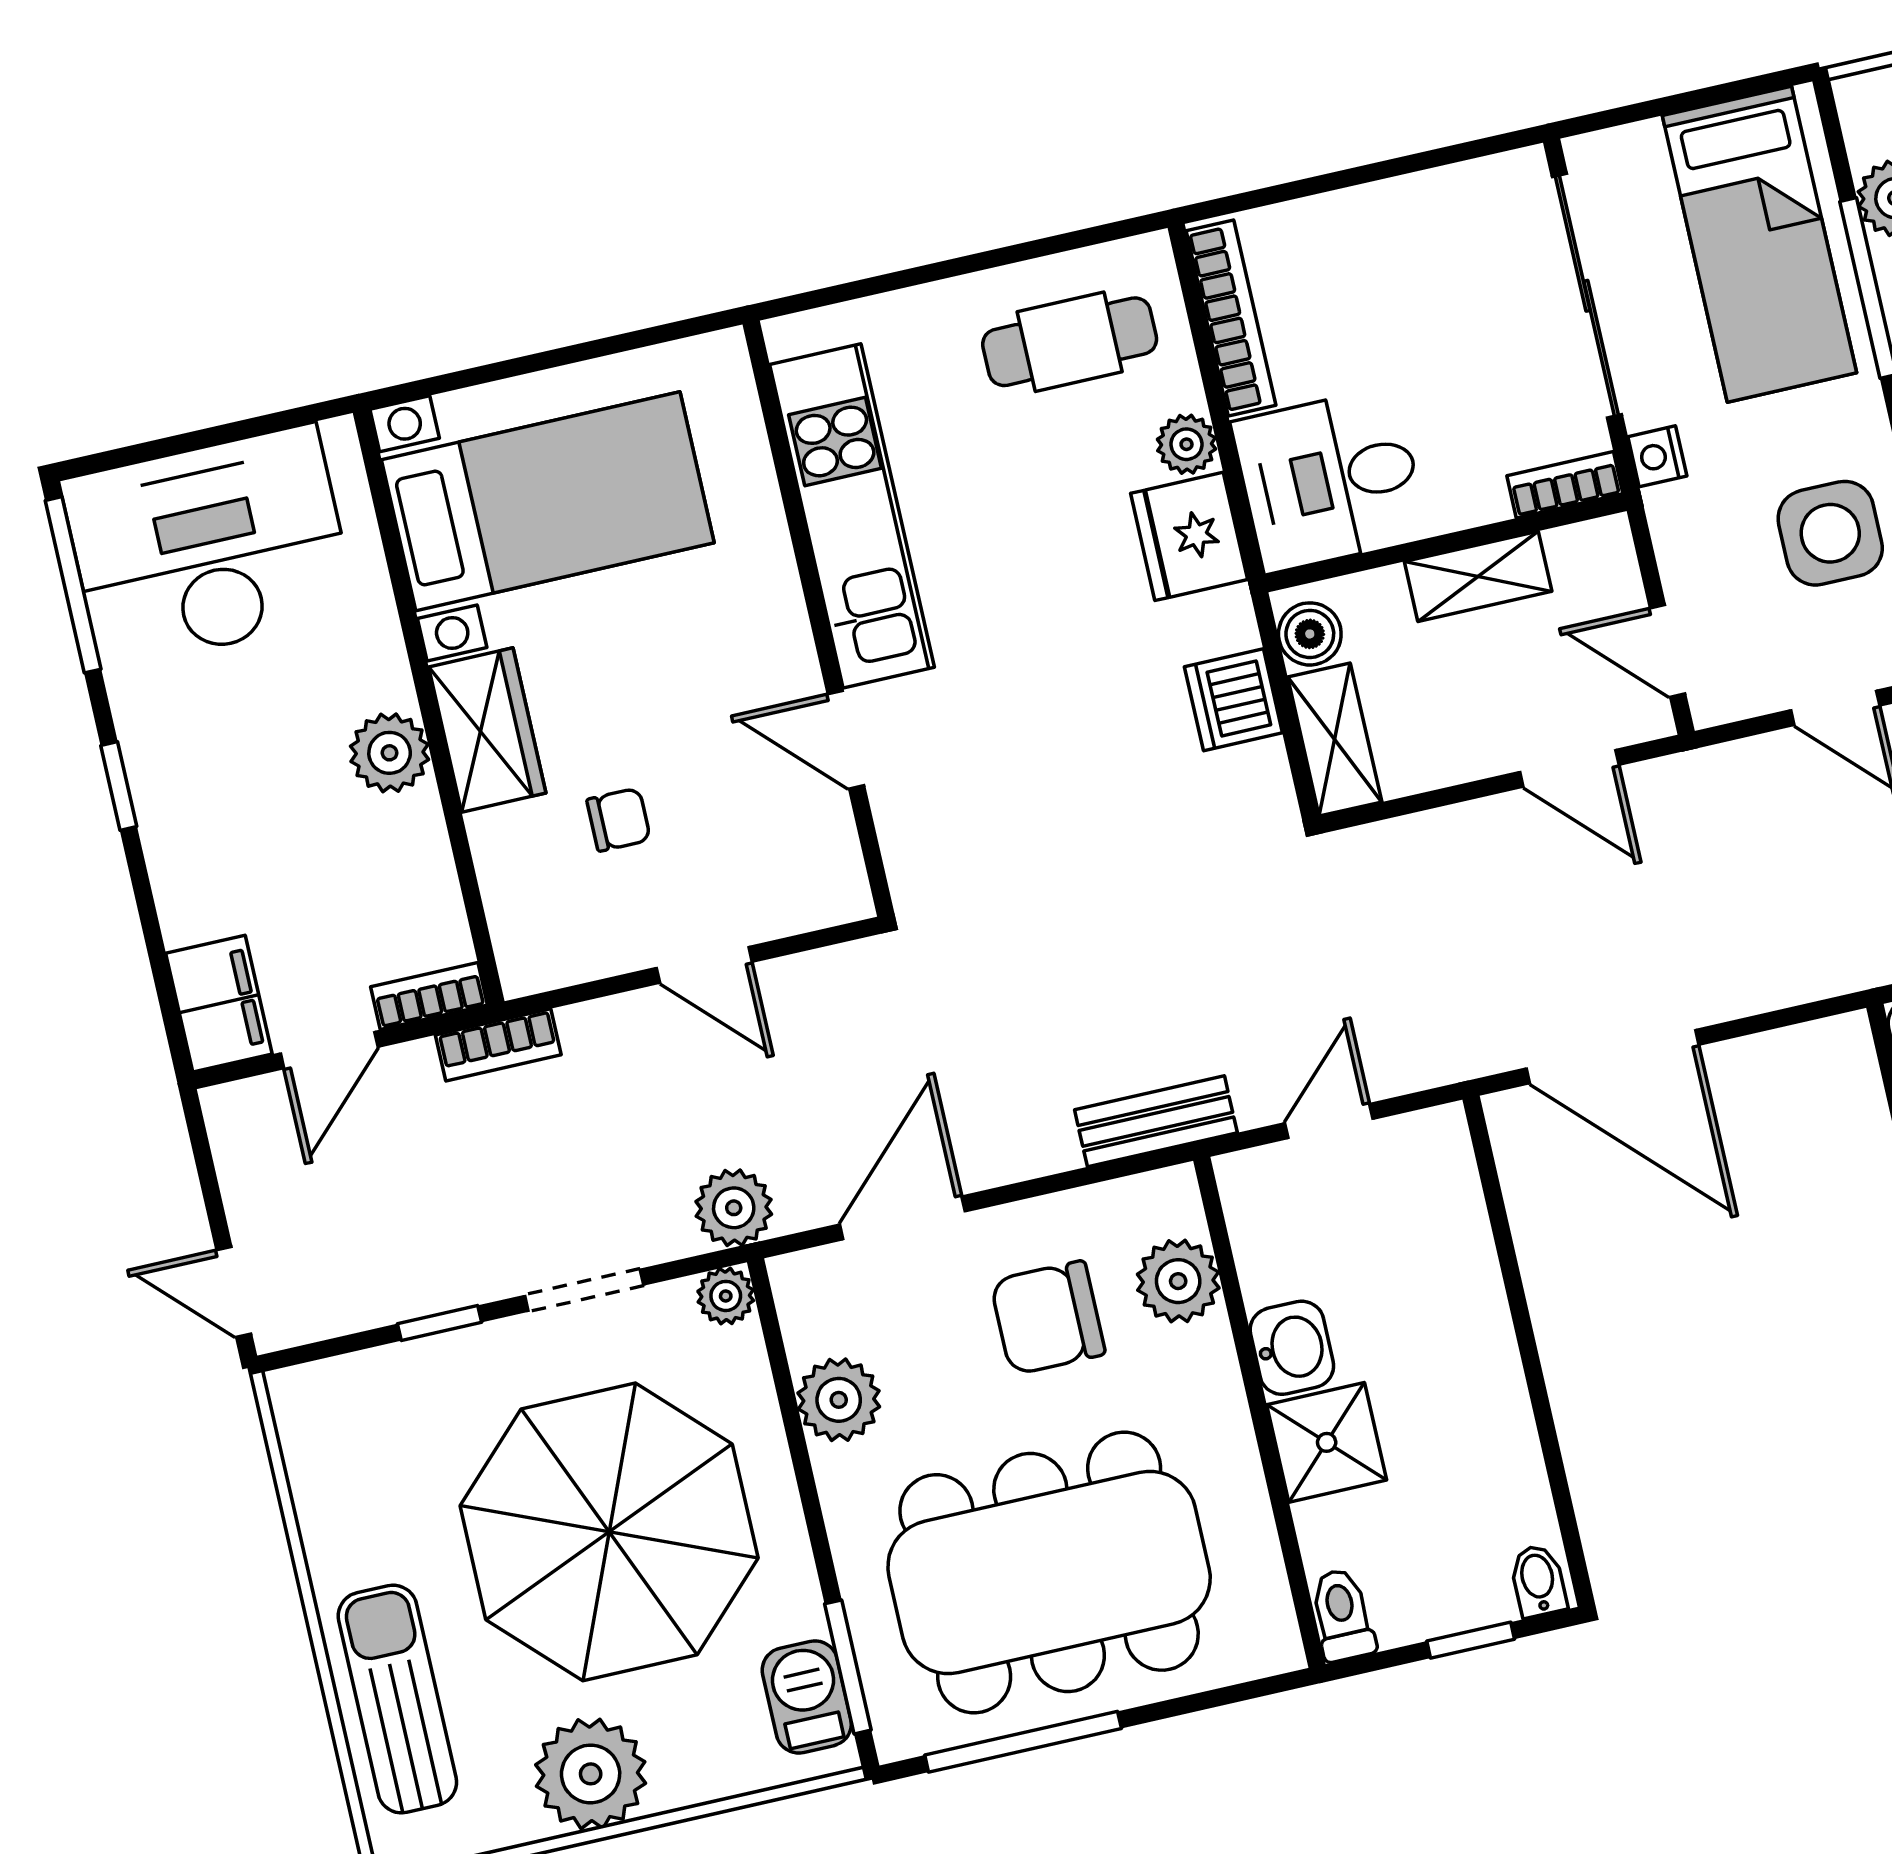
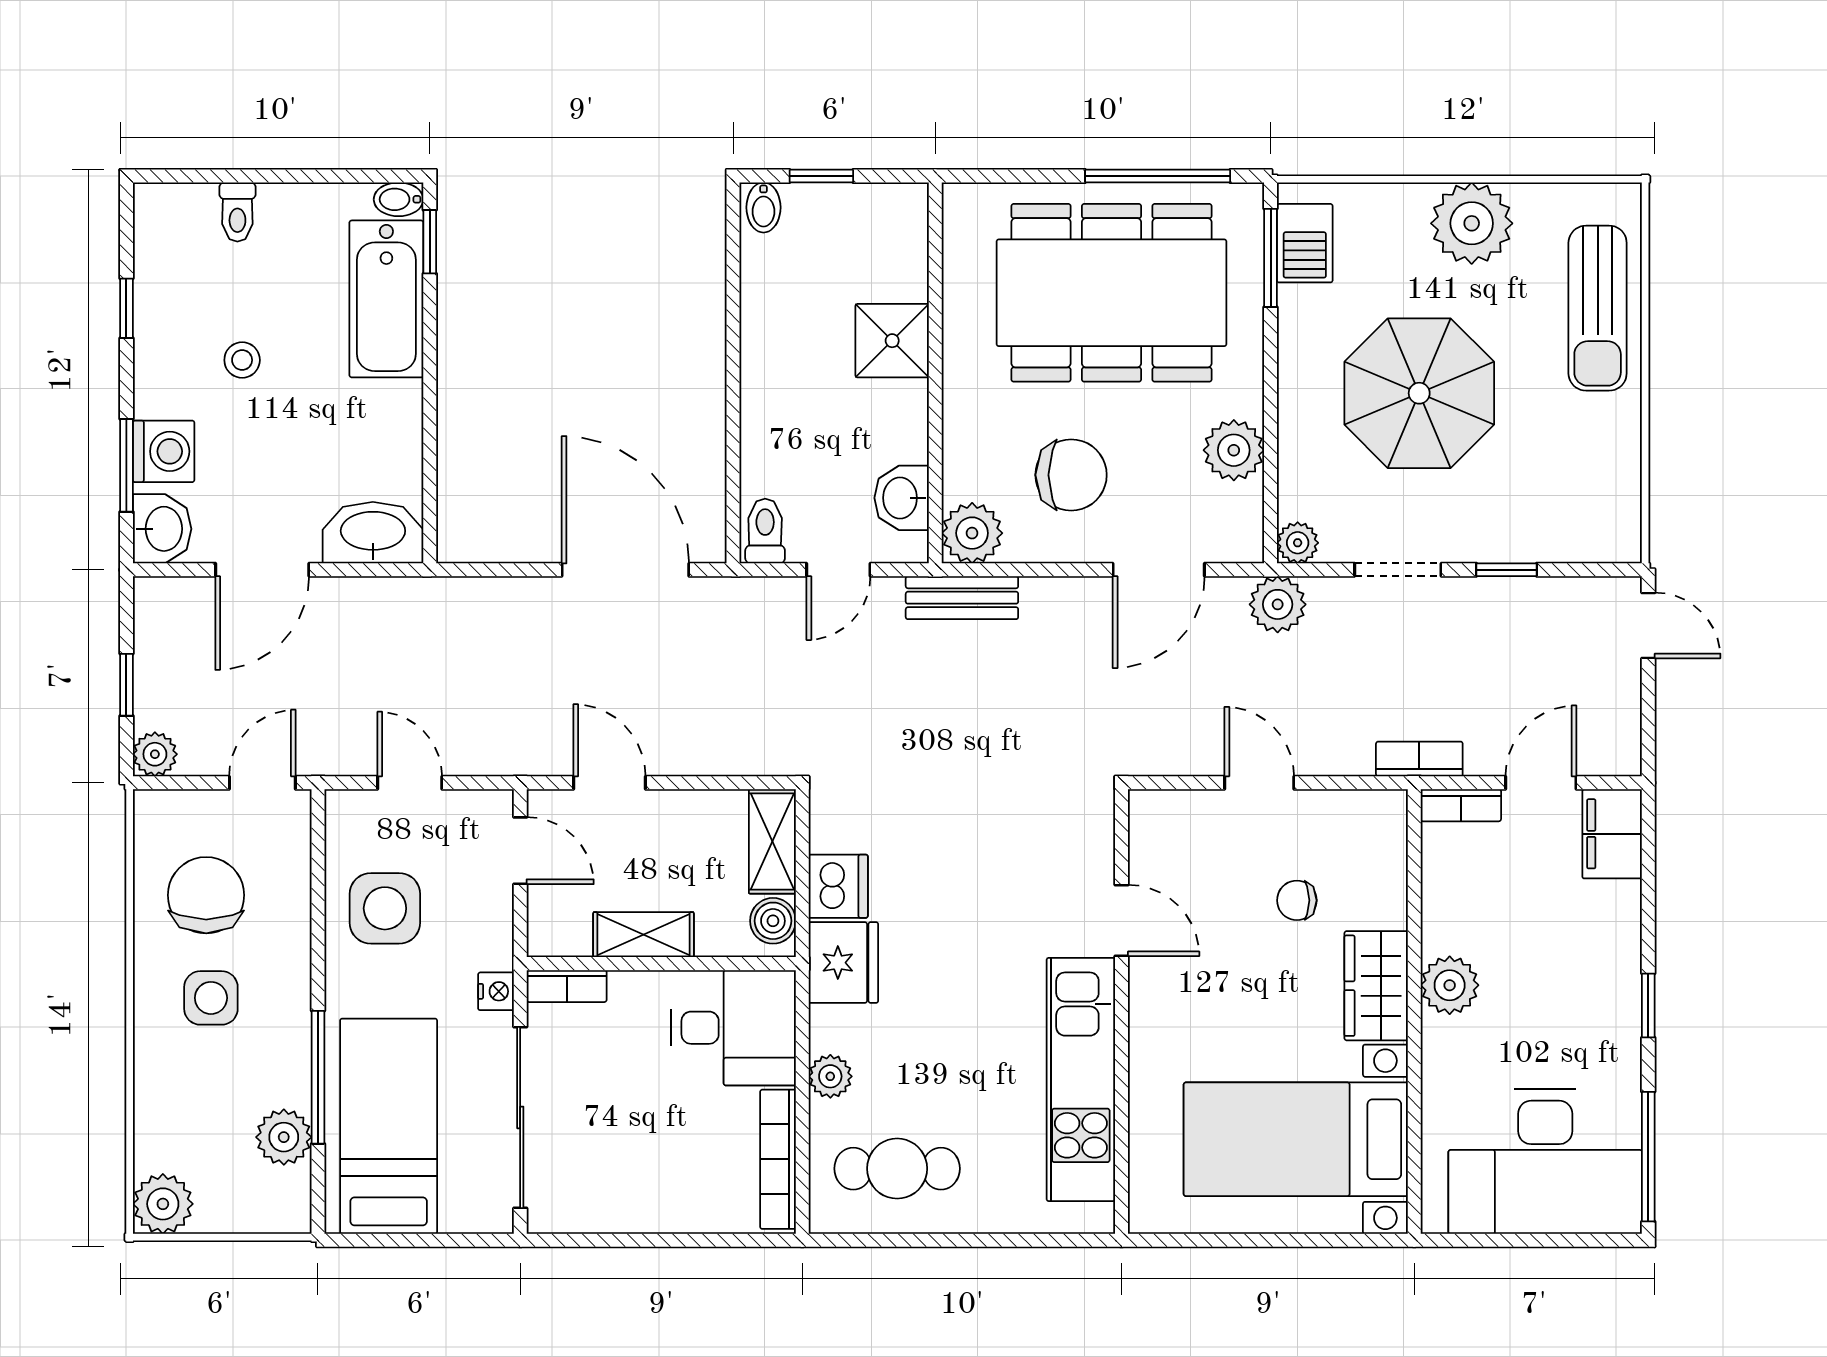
fridge: (1189, 536) -> (843, 963), moved
plant: (1178, 1281) -> (972, 533), moved
washbasin: (1292, 1348) -> (902, 498), moved
parasol: (609, 1532) -> (1419, 393), width x0.73, depth x0.73
toilet: (1342, 1615) -> (765, 531), moved, turned 180

